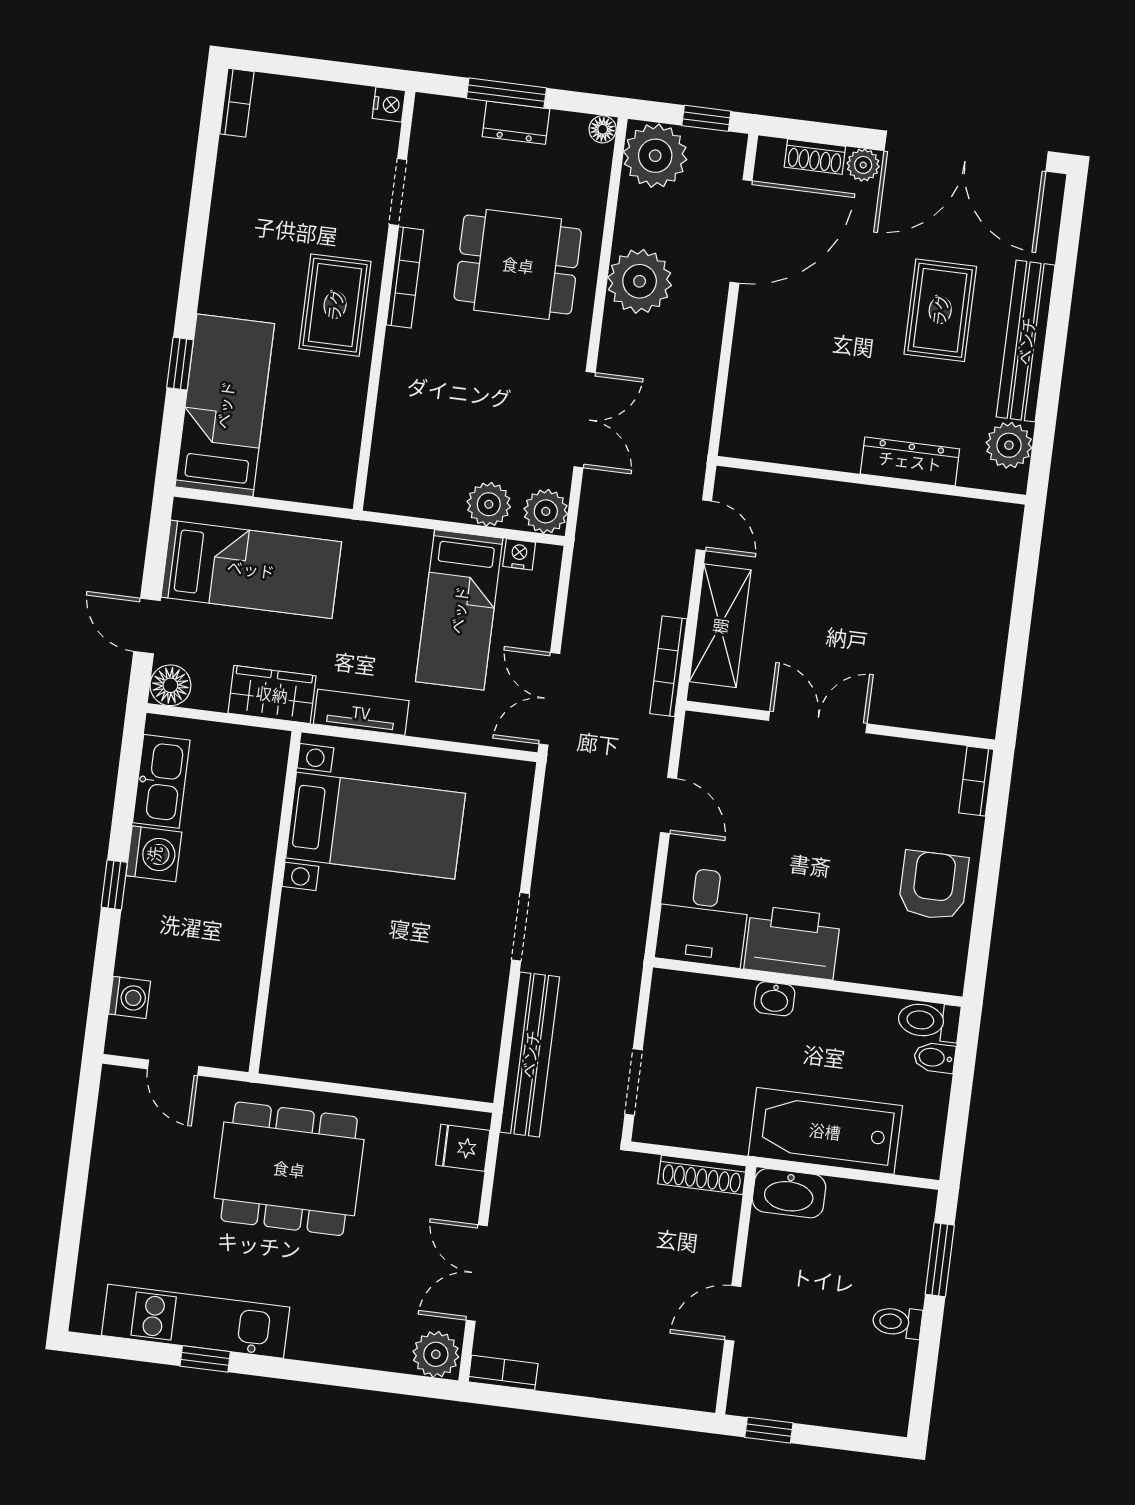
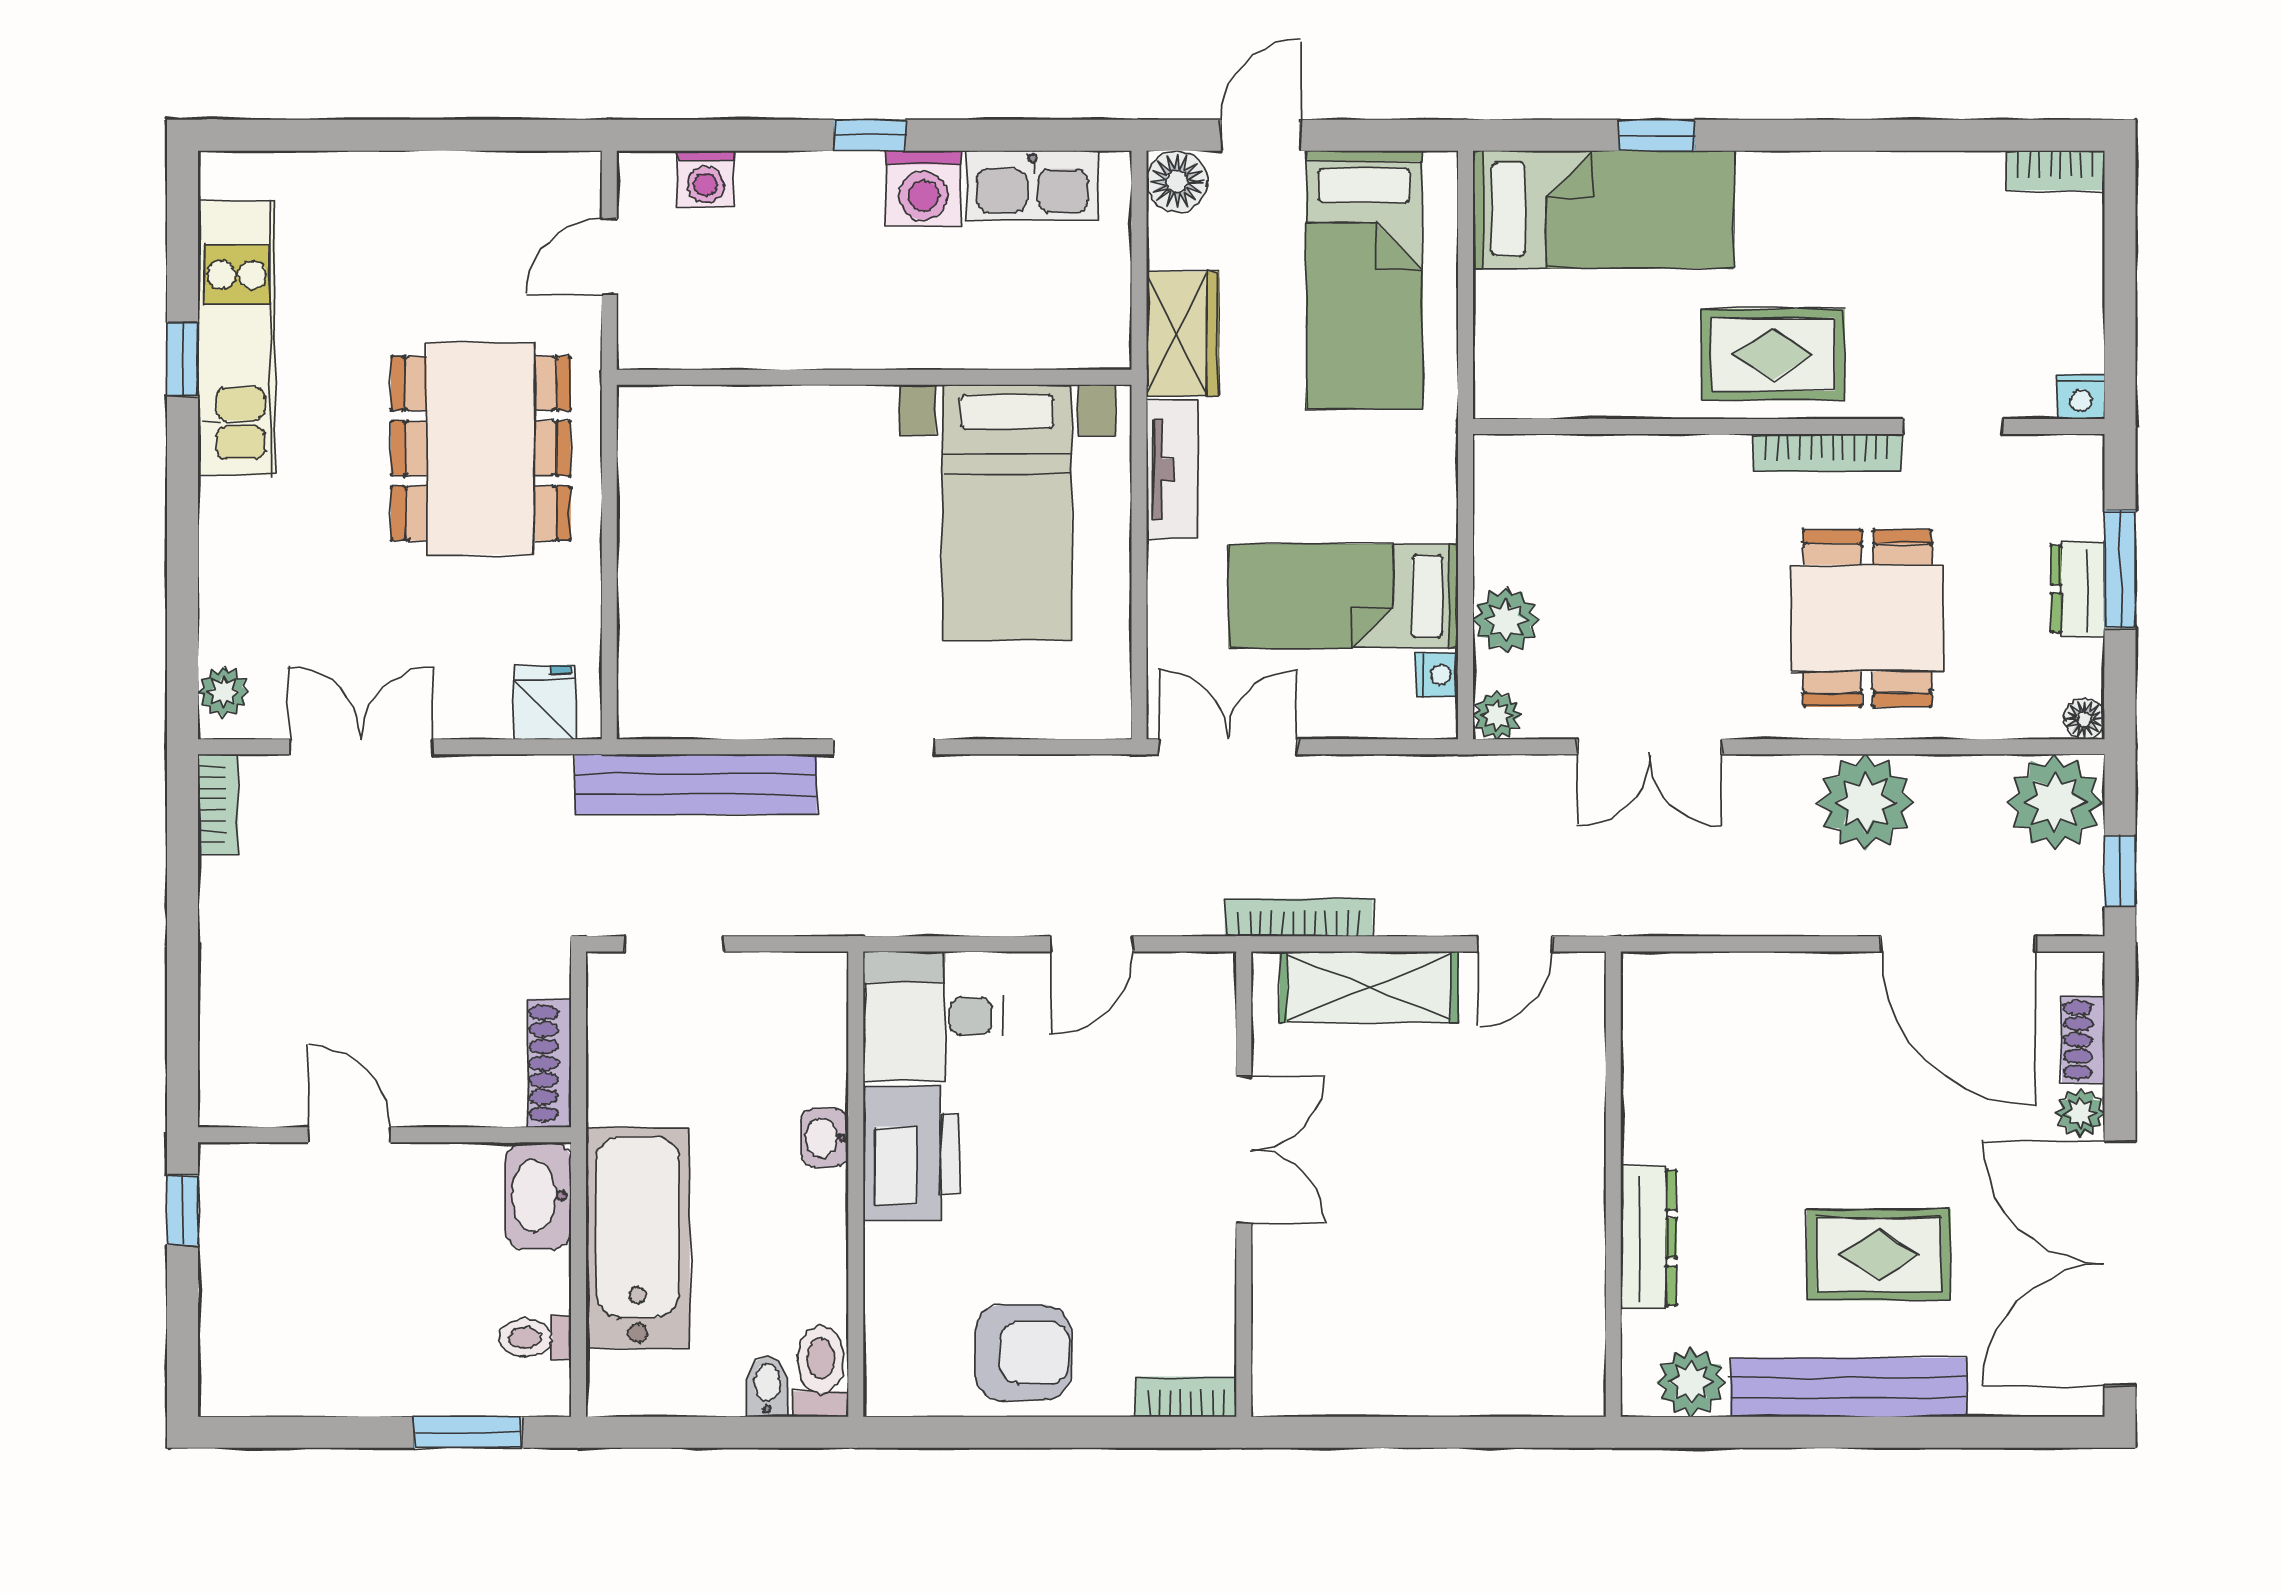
plant: (546, 511) -> (1497, 715), width x0.73, depth x0.73
toilet: (897, 1322) -> (535, 1338), moved, turned -90
plant: (436, 1354) -> (223, 692), width x0.73, depth x0.73

